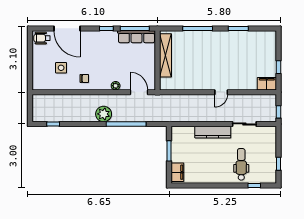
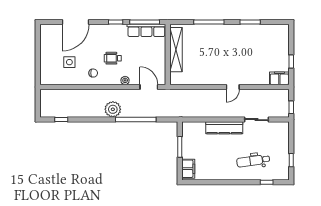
door: (67, 28) -> (75, 22), hinge flipped
wheelchair: (42, 38) -> (113, 58), moved
dental chair: (241, 164) -> (253, 161), turned -98

